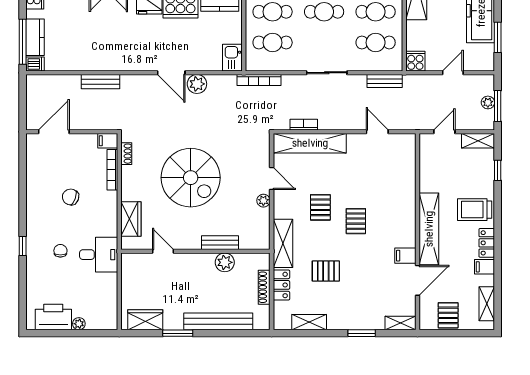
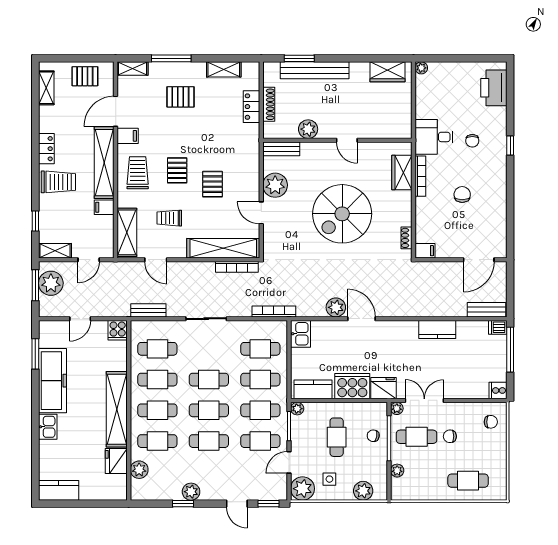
kitchen counter: (35, 37) -> (437, 329), moved, turned -90
bench: (100, 82) -> (486, 310), moved
plant: (488, 102) -> (51, 283), width x1.87, depth x1.87
bookcase: (304, 125) -> (237, 267), width x1.56
bookcase: (112, 170) -> (420, 176), moved
trolley: (364, 173) -> (169, 218), added
spiral stairs: (191, 178) -> (342, 214), turned -90
chair: (71, 197) -> (462, 194), turned -110
plant: (263, 201) -> (275, 185), width x1.87, depth x1.87
trolley: (395, 219) -> (138, 173), added
bench: (220, 243) -> (281, 149), moved
shelving: (283, 243) -> (127, 232), moved
door: (163, 251) -> (347, 140), moved
filing cabinet: (485, 267) -> (104, 207), moved, turned 180
pallet: (326, 271) -> (180, 97), moved
pallet: (448, 315) -> (85, 76), turned 90
printer: (53, 317) -> (494, 88), moved, turned 90
plant: (79, 324) -> (421, 68), moved
window: (178, 333) -> (299, 58), moved
window: (362, 333) -> (171, 58), width x1.44

